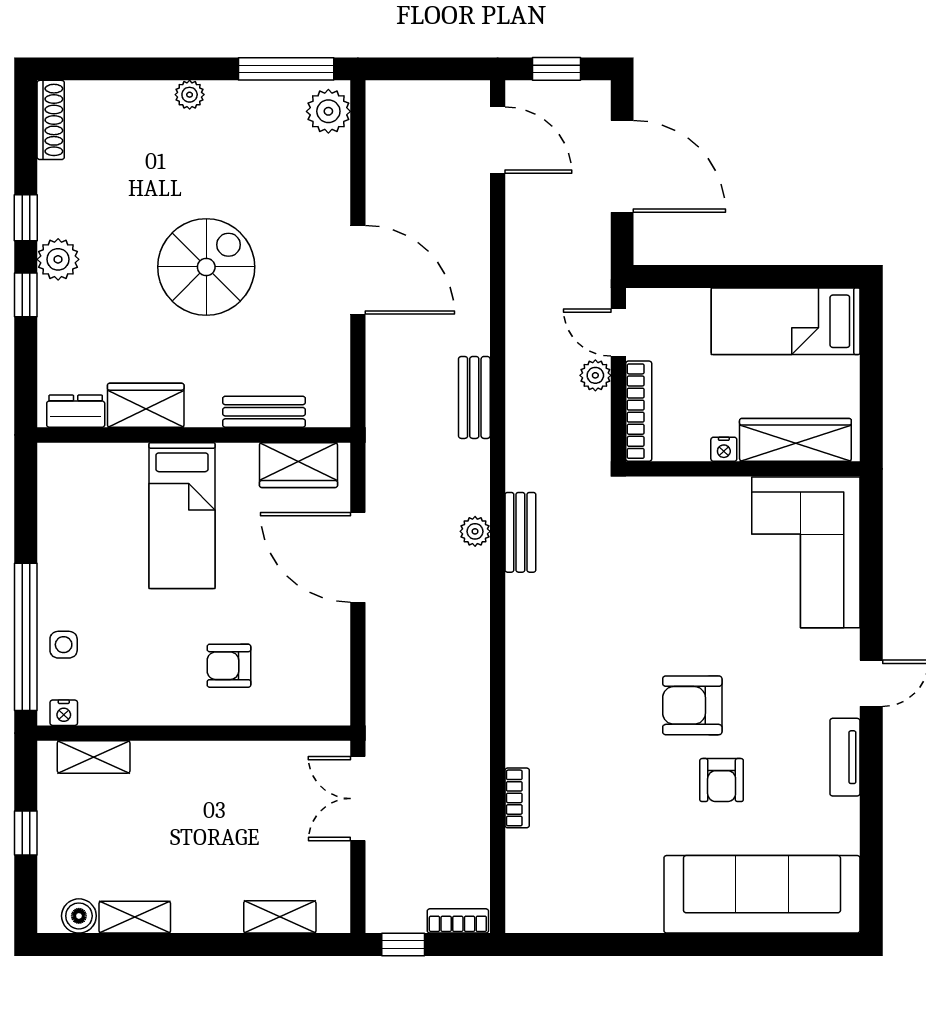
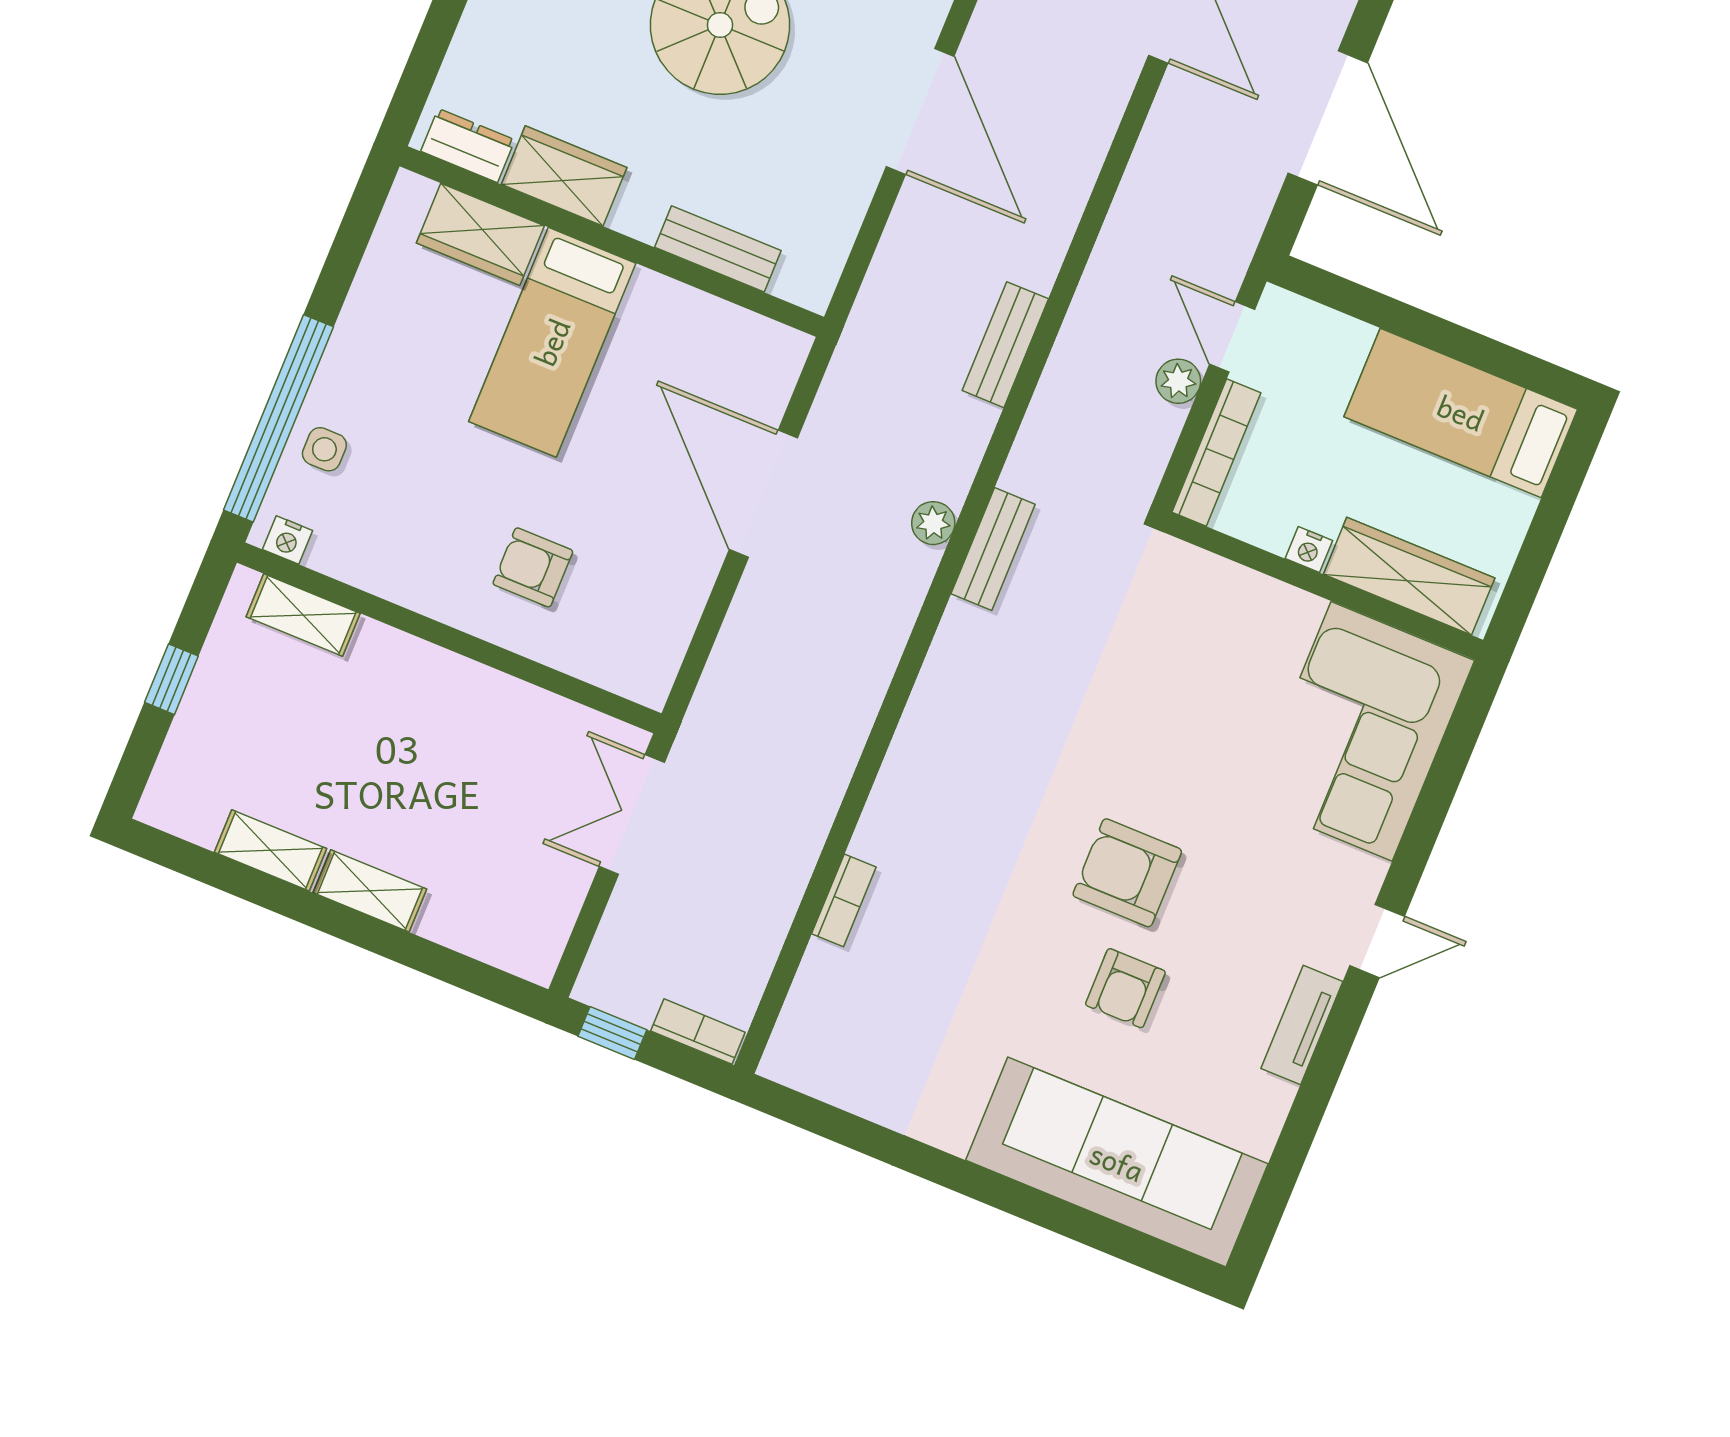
wardrobe: (298, 465) -> (480, 234), moved
boiler: (79, 916) -> (197, 818), removed
shelving: (280, 917) -> (370, 891), moved

